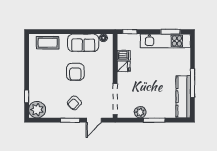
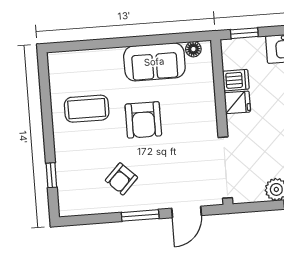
coffee table: (48, 43) -> (87, 109), moved
armchair: (74, 103) -> (121, 179), moved
plant: (37, 110) -> (74, 200), removed

